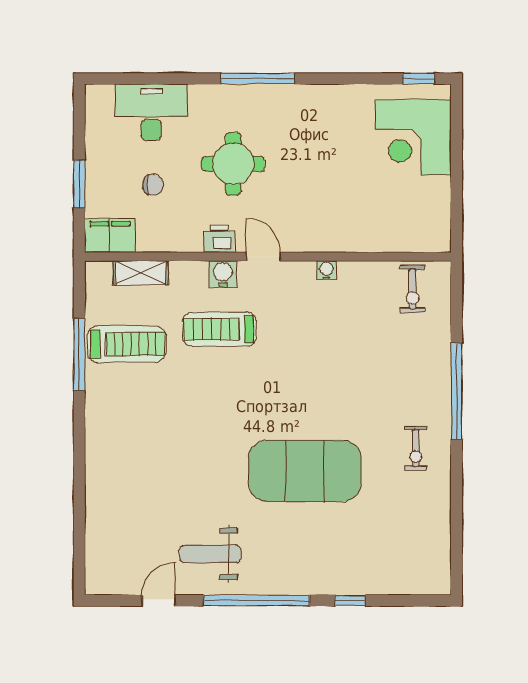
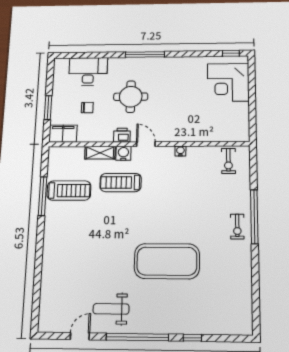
shelving: (141, 273) -> (100, 153), moved
exercise bike: (416, 448) -> (237, 227), moved

